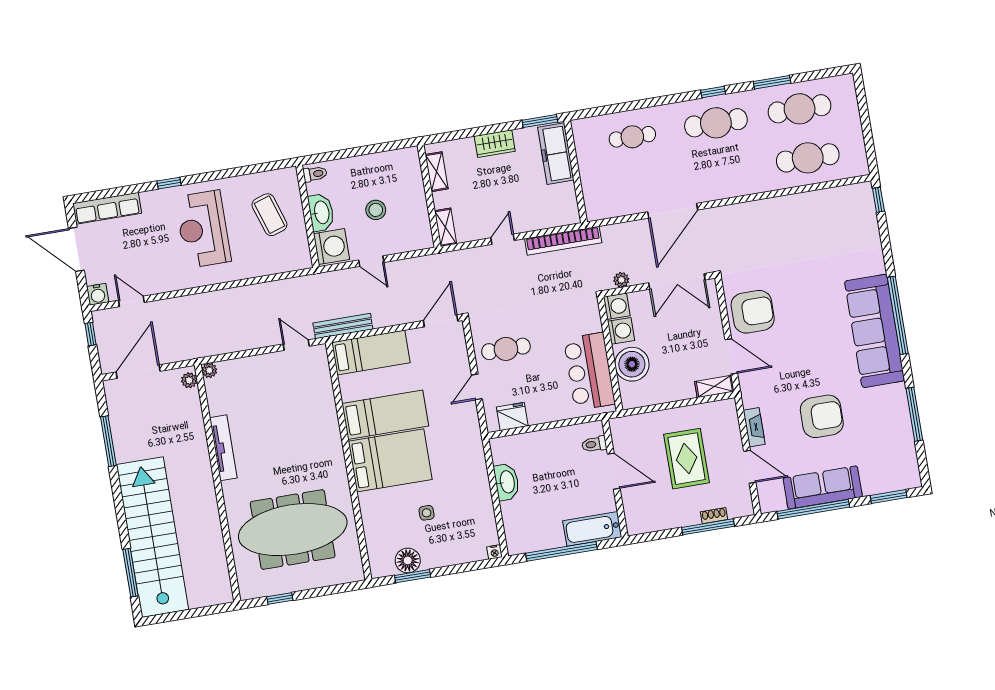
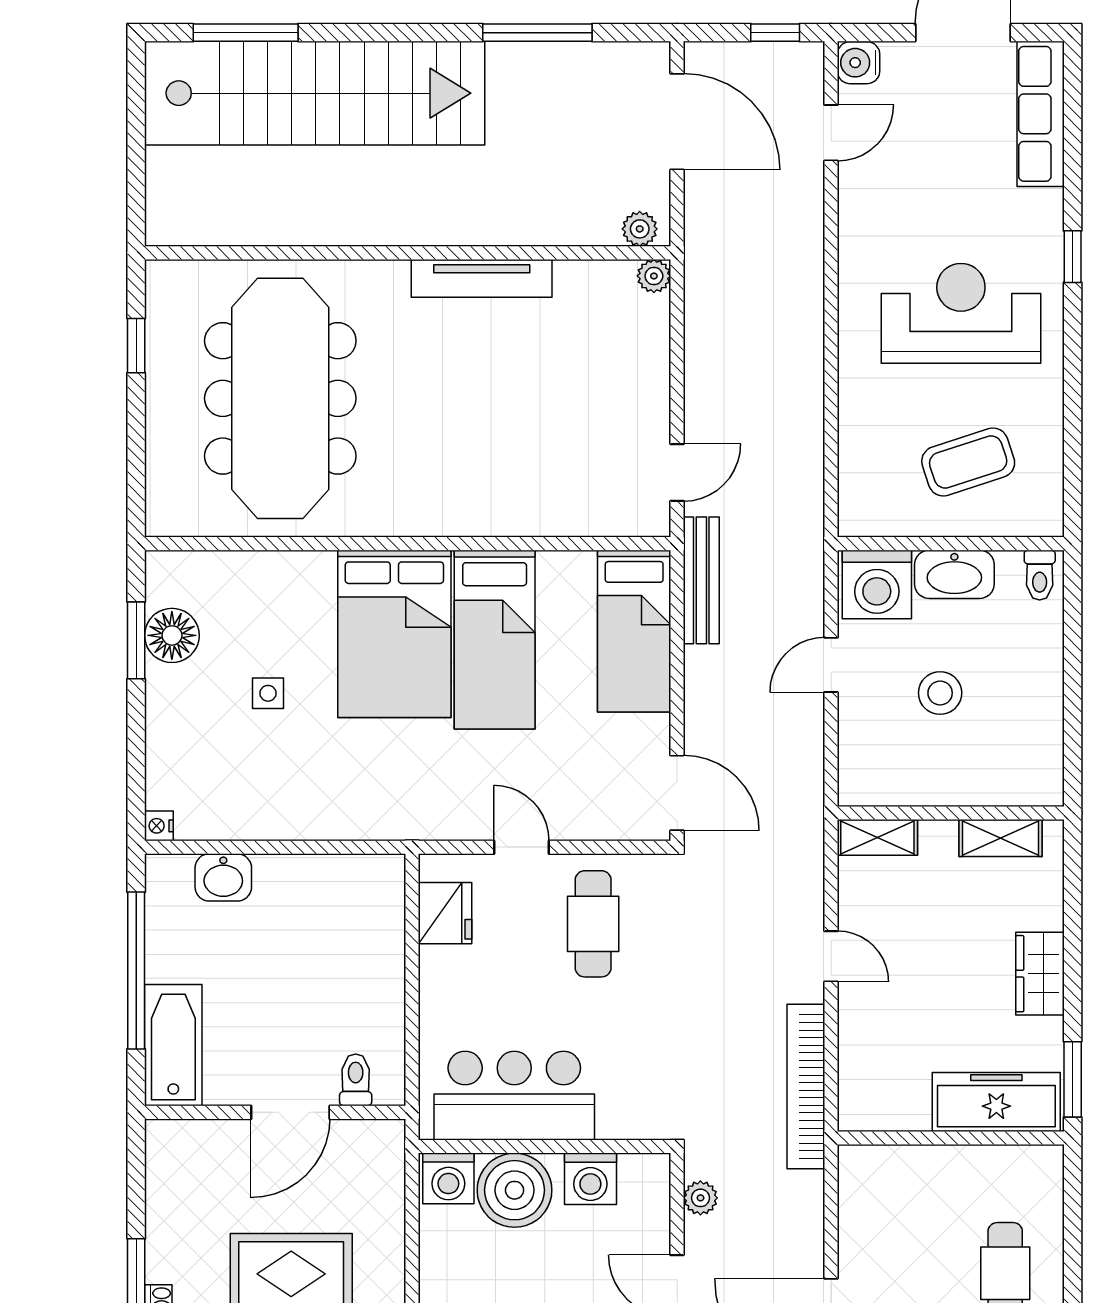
washing machine: (617, 306) -> (448, 1178), moved
washbasin: (507, 482) -> (223, 877), moved, width x0.72

